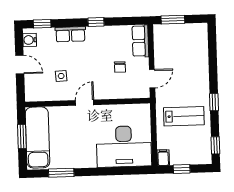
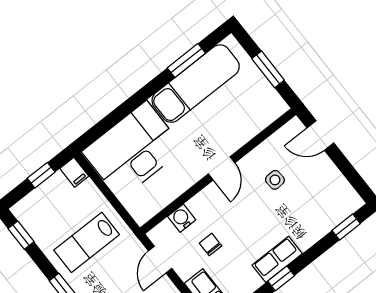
row of seats: (70, 34) -> (277, 259), moved
water cooler: (30, 40) -> (182, 218), moved, turned -90
door: (20, 65) -> (320, 135), moved
exam couch: (38, 138) -> (196, 84), moved, turned -90

